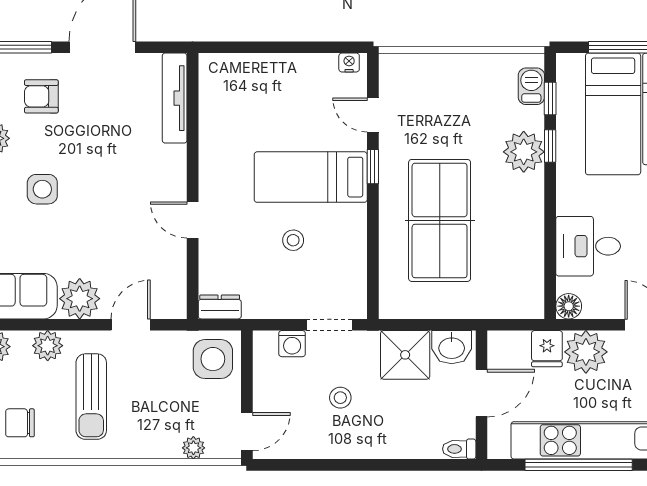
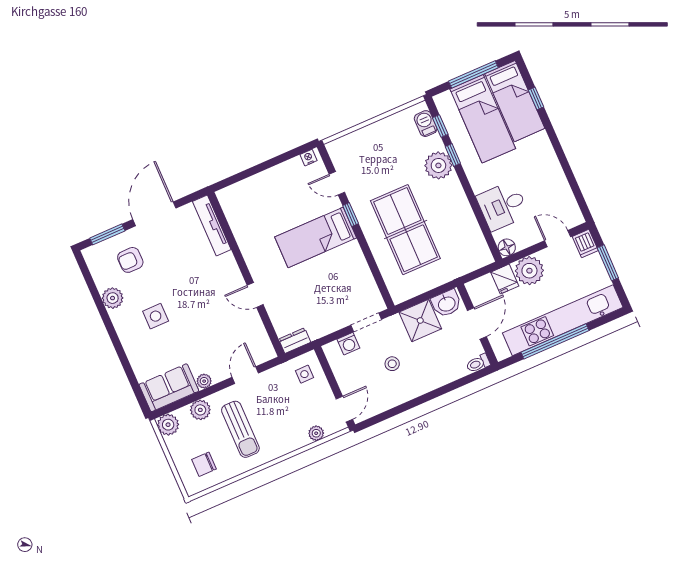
stool: (293, 240) -> (322, 281), removed
plant: (80, 299) -> (204, 381), width x0.53, depth x0.53
side table: (213, 359) -> (304, 374), width x0.54, depth x0.54

